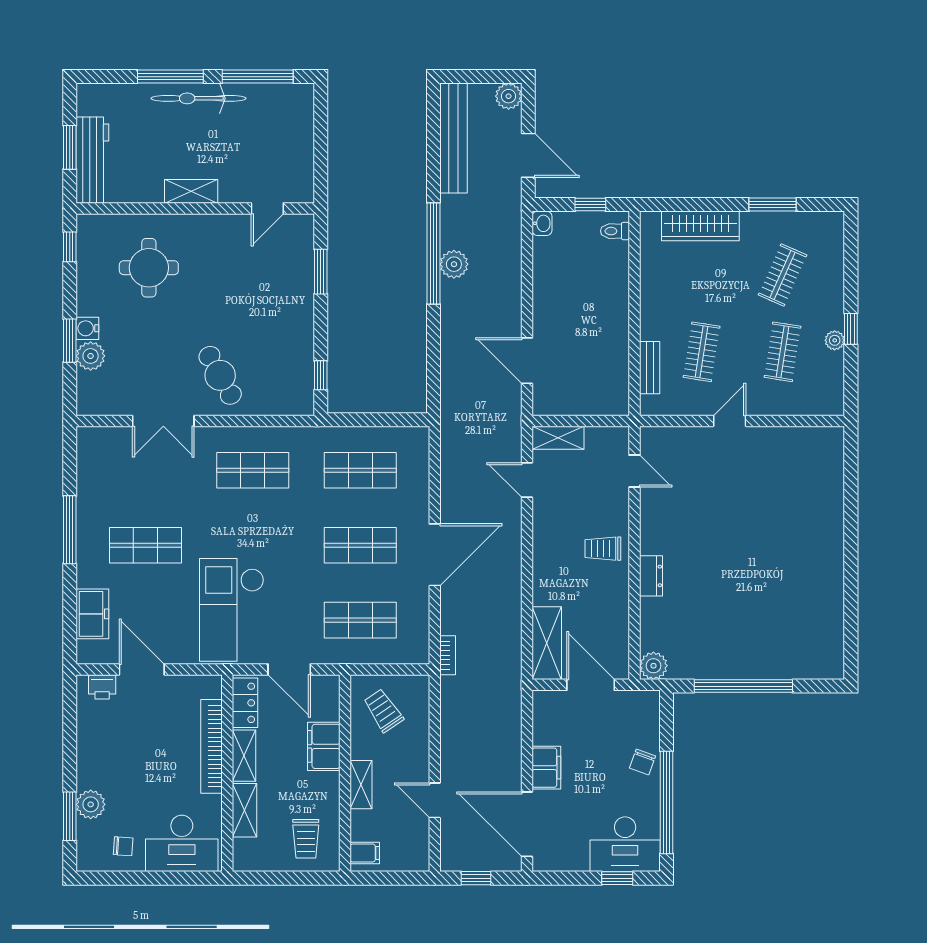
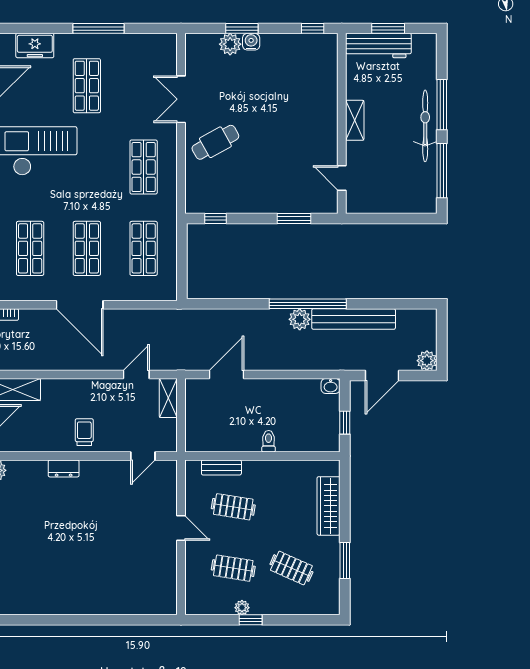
bench: (454, 138) -> (354, 319), moved
toilet: (615, 231) -> (269, 441), moved
round table: (149, 268) -> (297, 88), removed

